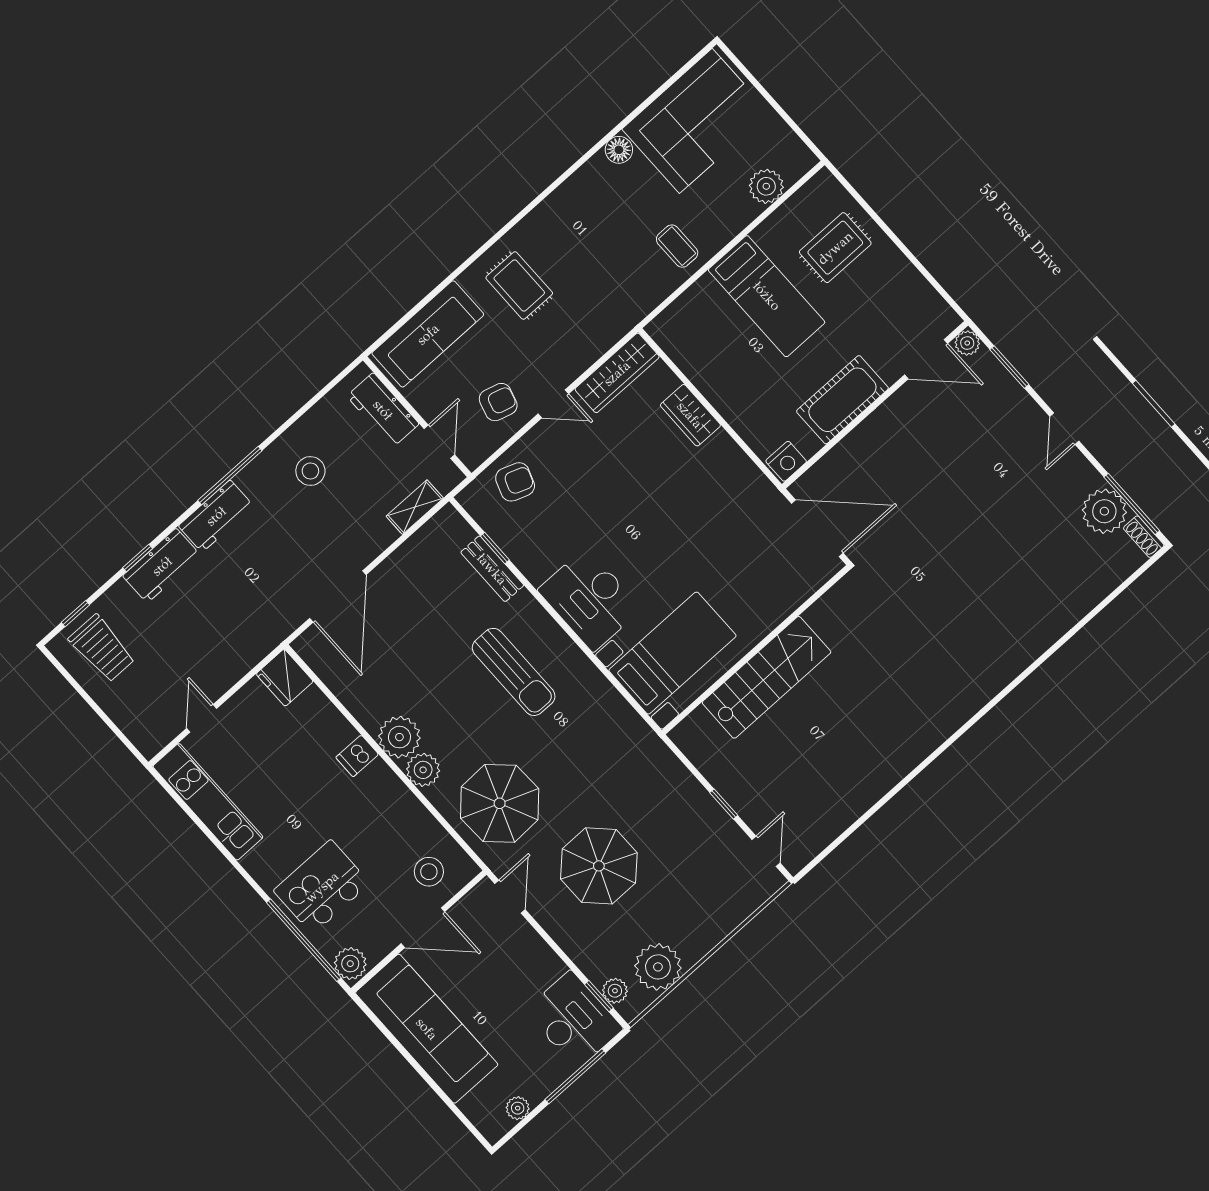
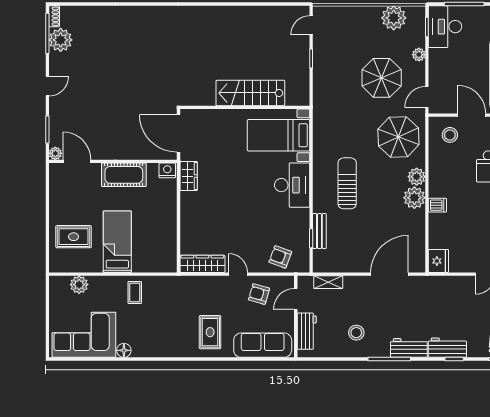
wardrobe: (690, 415) -> (189, 176), moved
plant: (615, 991) -> (419, 55), moved

